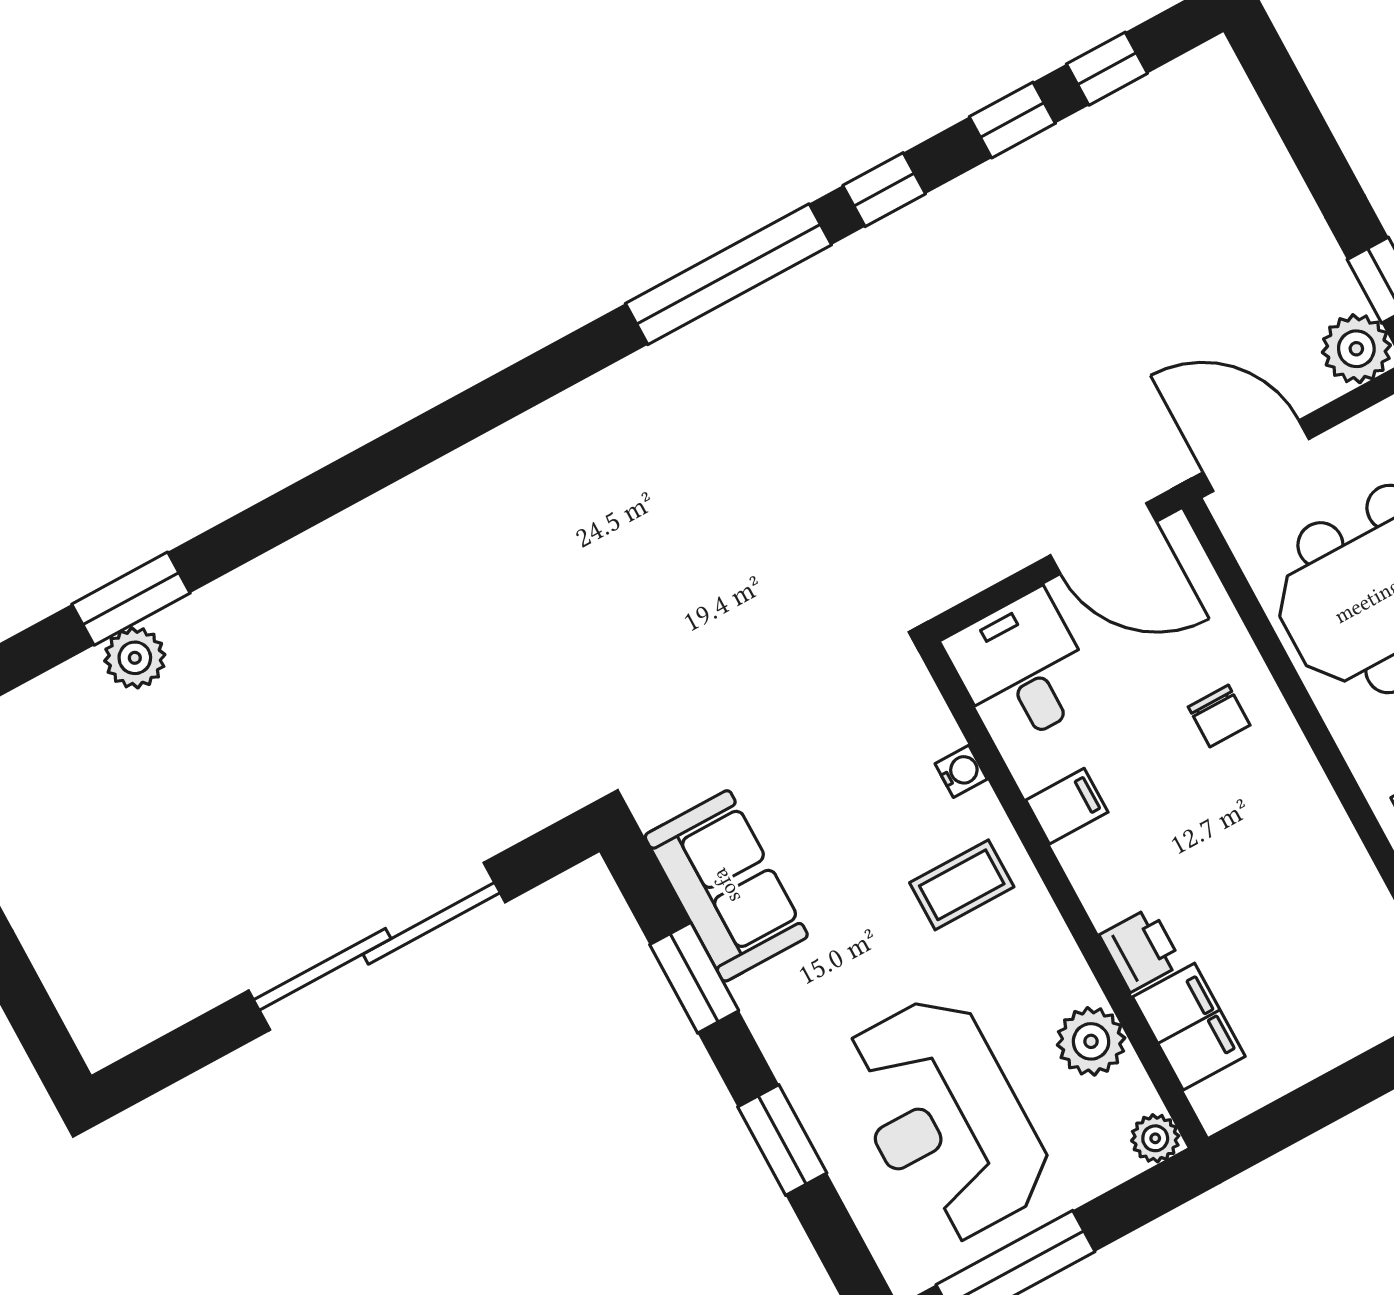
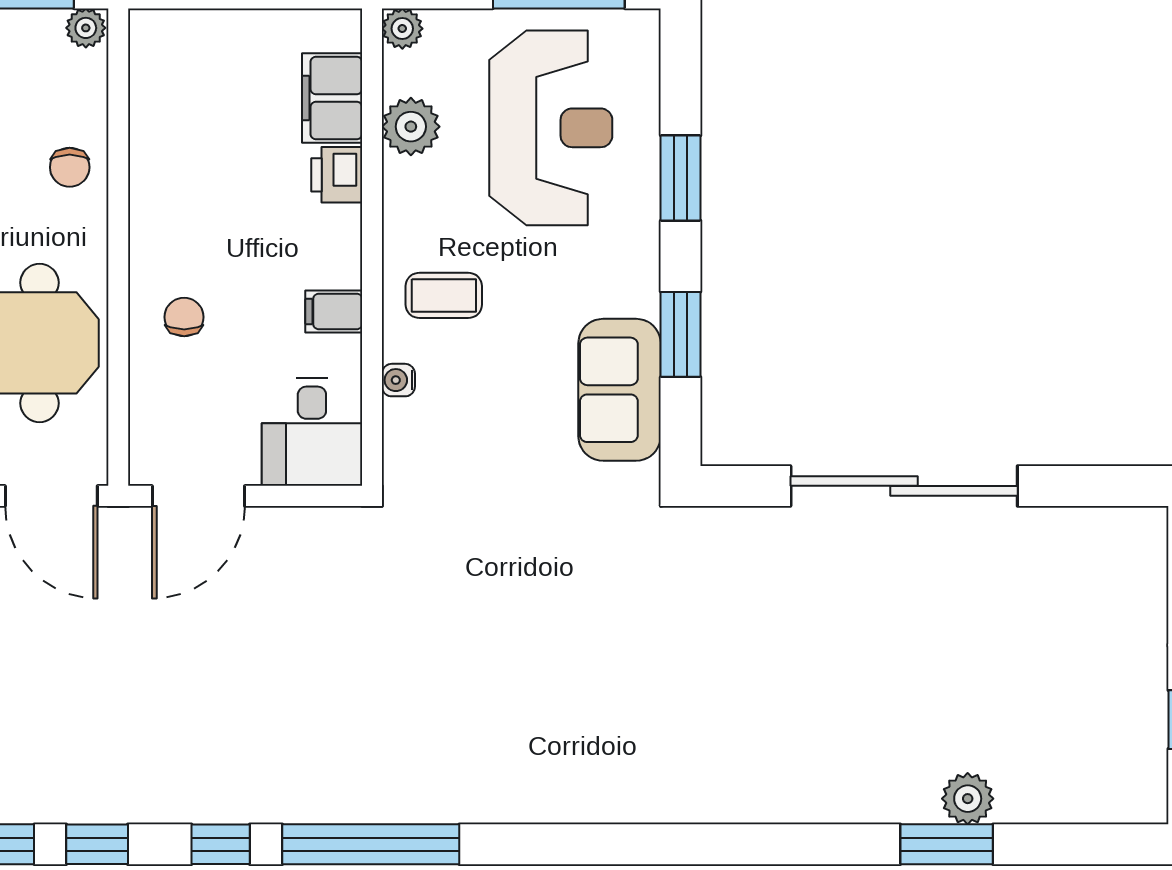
door: (1103, 539) -> (198, 496), swing flipped

